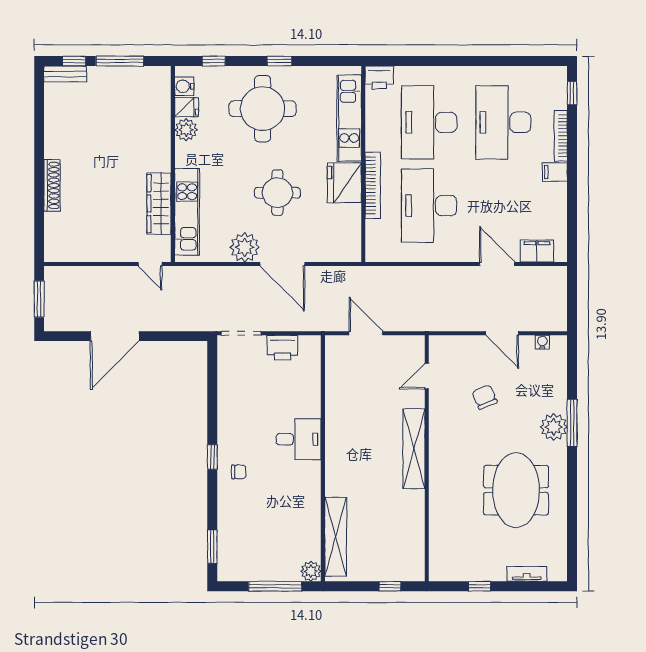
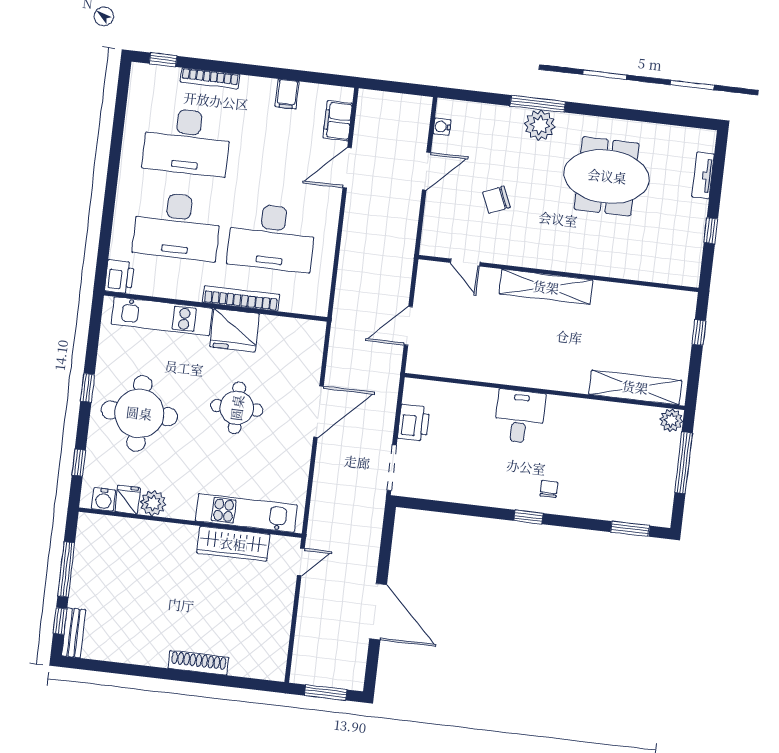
filing cabinet: (555, 172) -> (287, 94), moved
plant: (245, 247) -> (294, 452), removed

